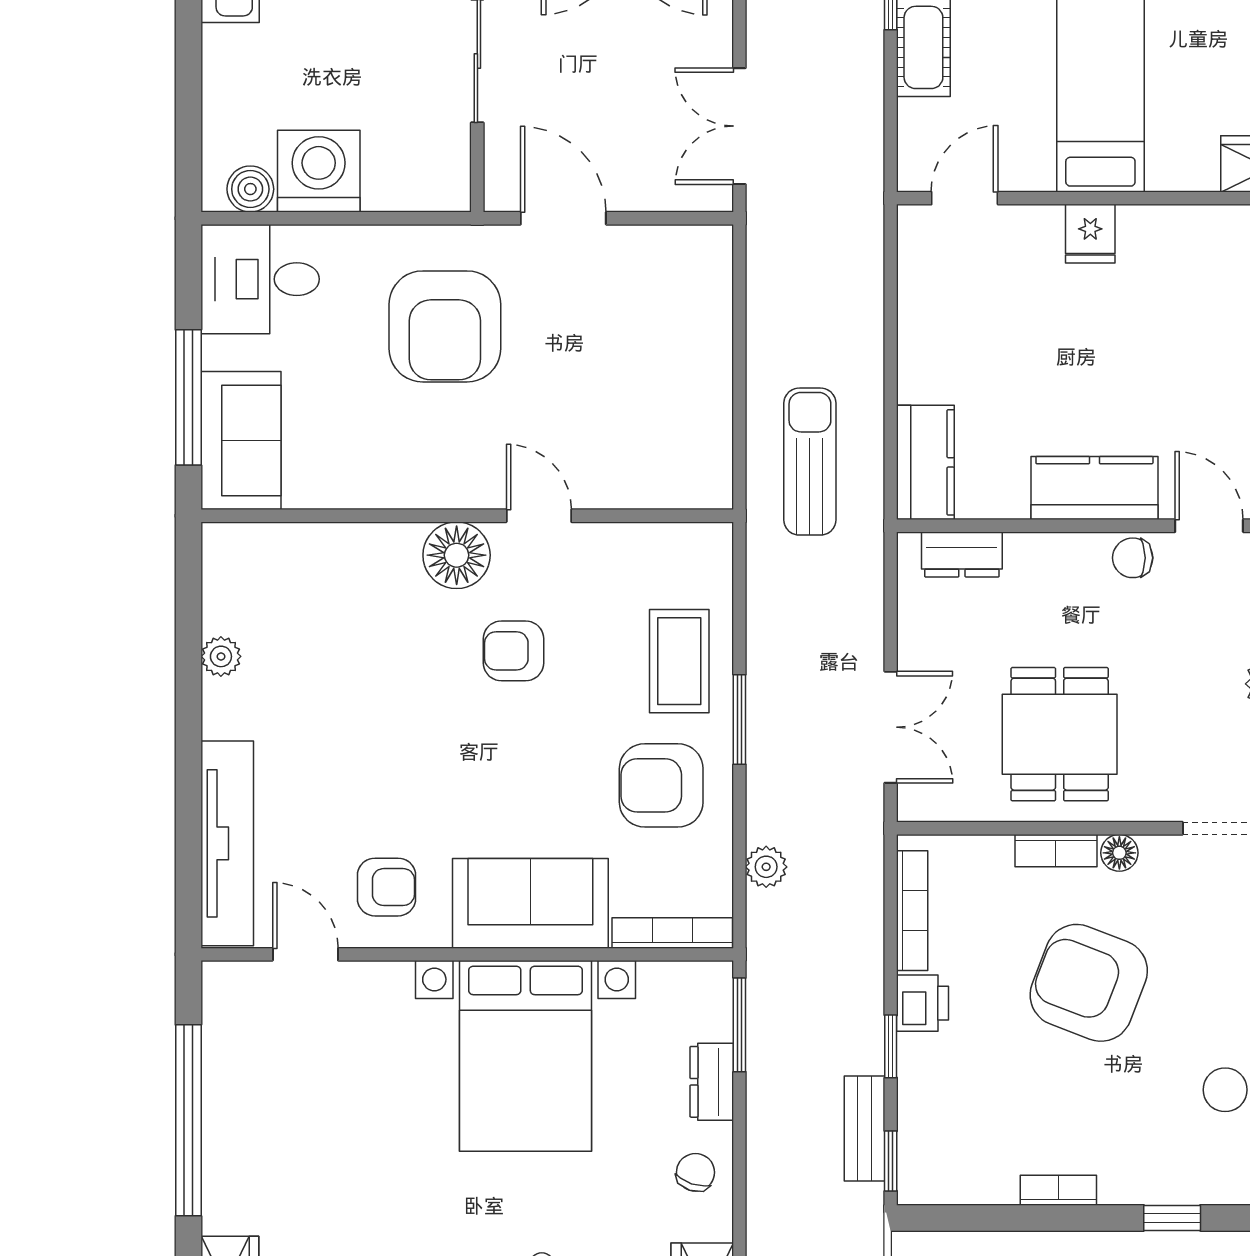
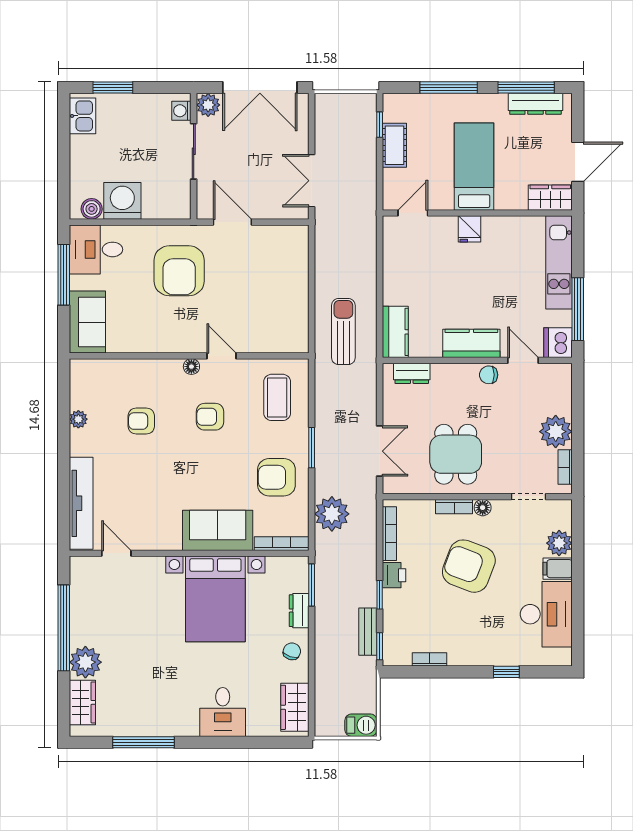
window: (188, 397) -> (64, 275), moved
floor lamp: (457, 555) -> (191, 367), width x0.53, depth x0.53
coffee table: (679, 661) -> (277, 397), moved
plant: (766, 867) -> (332, 514), width x1.87, depth x1.87
armchair: (386, 887) -> (141, 421), moved, turned 180
bookcase: (1058, 1190) -> (429, 659), moved
plant: (237, 1196) -> (85, 662), added

